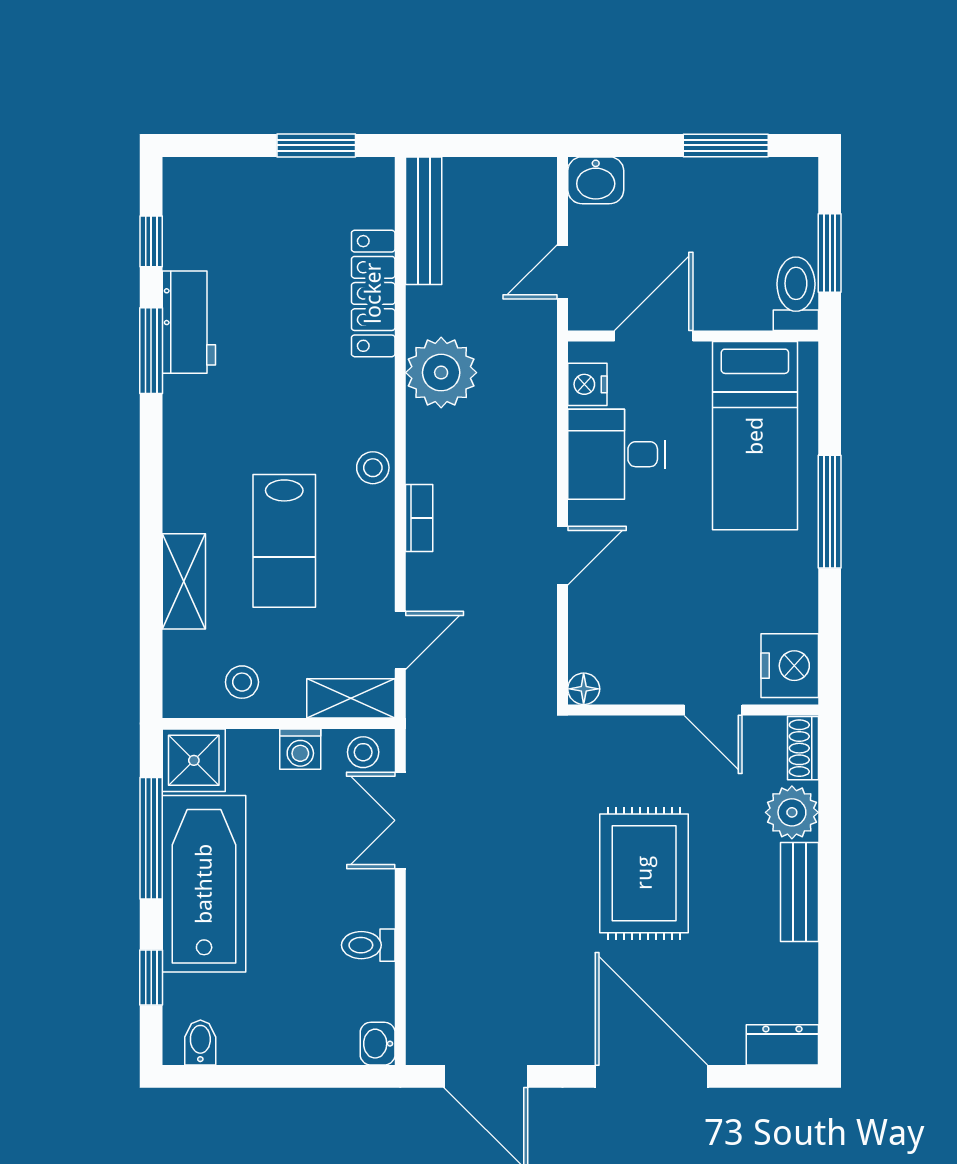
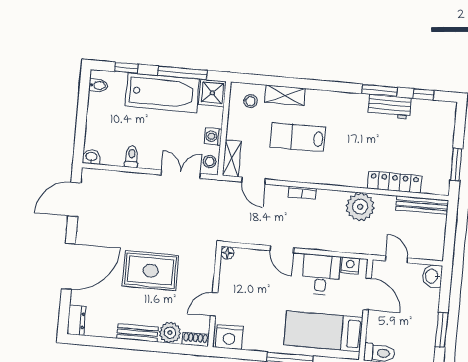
stool: (373, 468) -> (324, 176), removed
stool: (242, 682) -> (251, 101), moved

